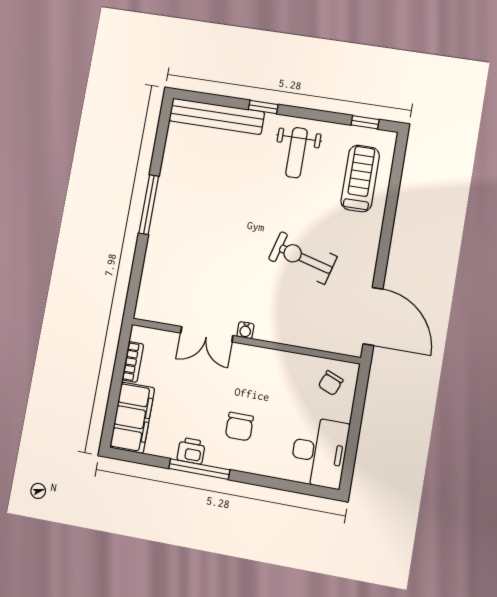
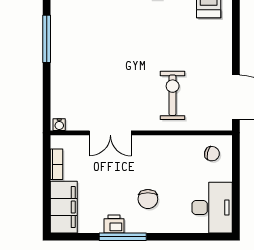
exercise bike: (303, 258) -> (173, 95), moved, turned 75
water cooler: (245, 330) -> (59, 125), moved
chair: (331, 383) -> (212, 154), turned -99

